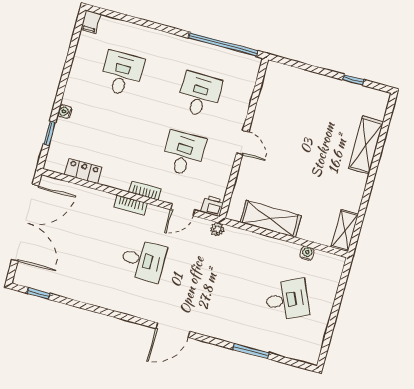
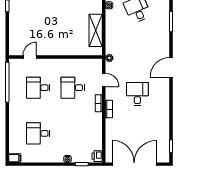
door: (243, 142) -> (30, 57), moved
locker: (83, 171) -> (97, 140), removed
printer: (212, 206) -> (97, 156), moved
door: (173, 330) -> (171, 67), swing flipped

